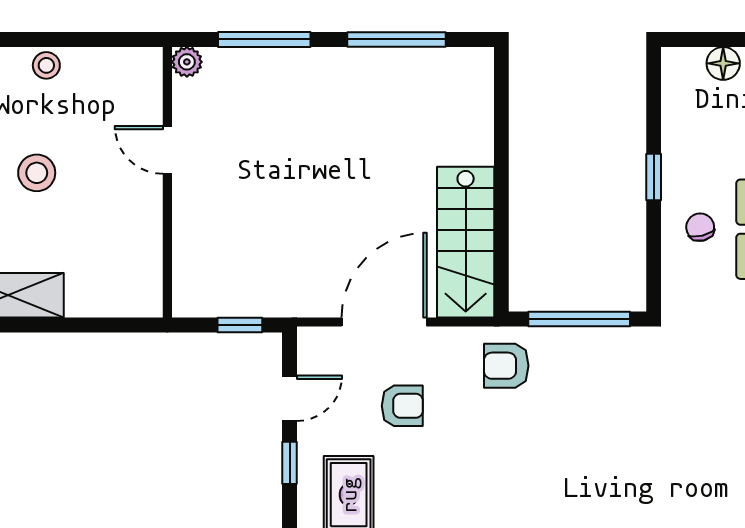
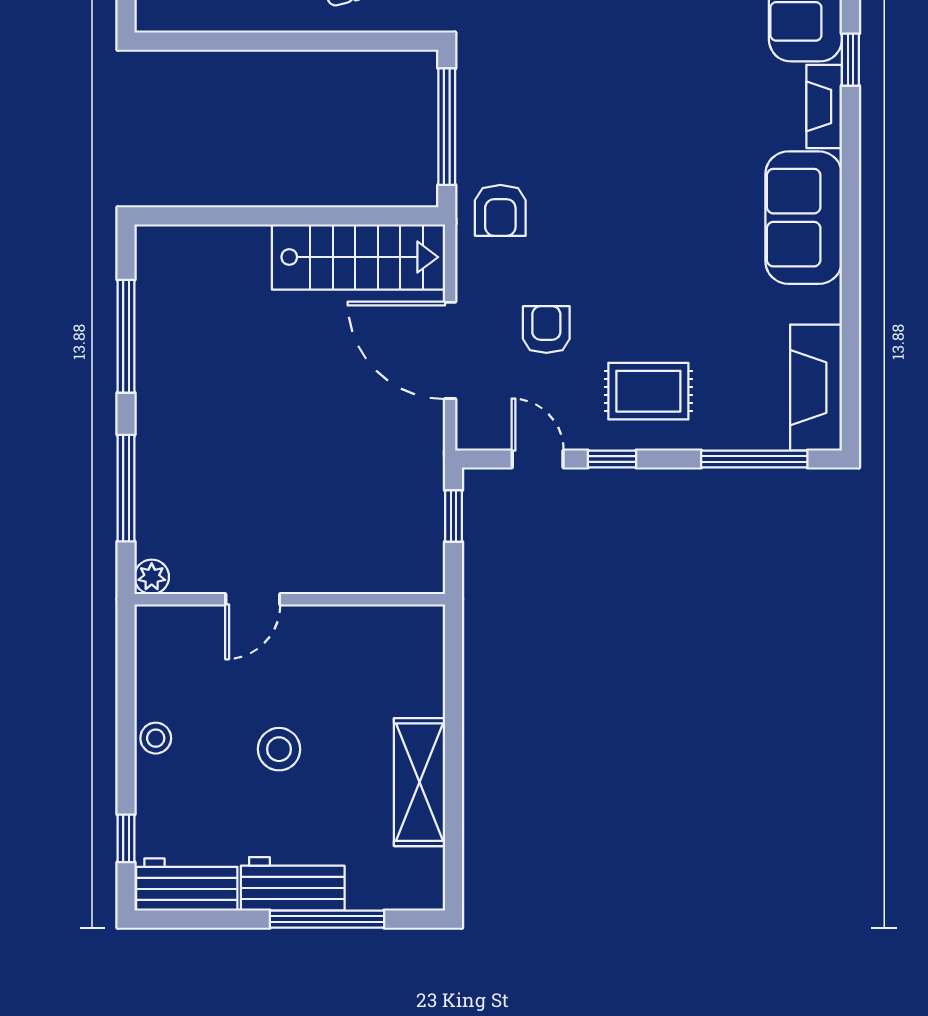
window: (654, 177) -> (284, 41), removed

